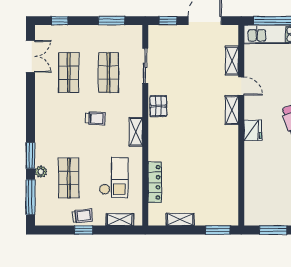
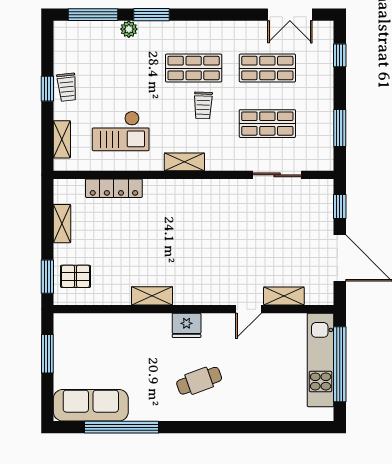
pallet: (158, 106) -> (75, 276), moved
shelving: (232, 110) -> (152, 296), moved
shop shelf: (69, 178) -> (194, 68), moved

